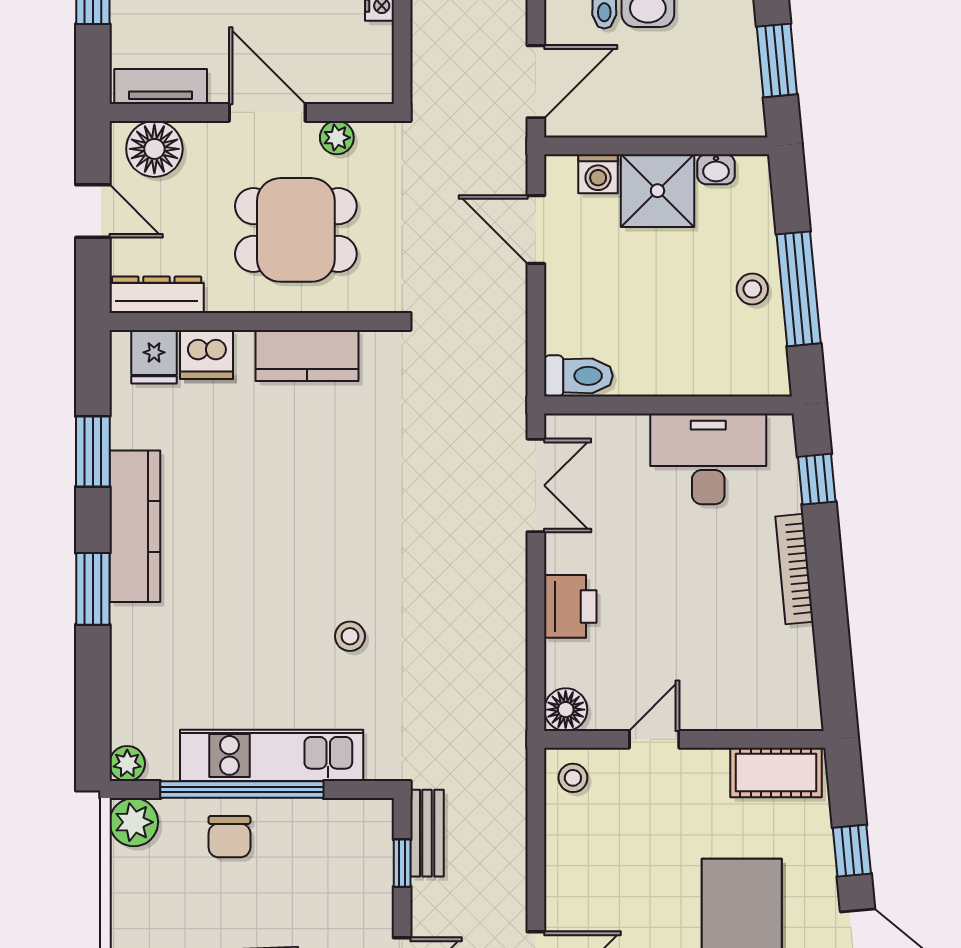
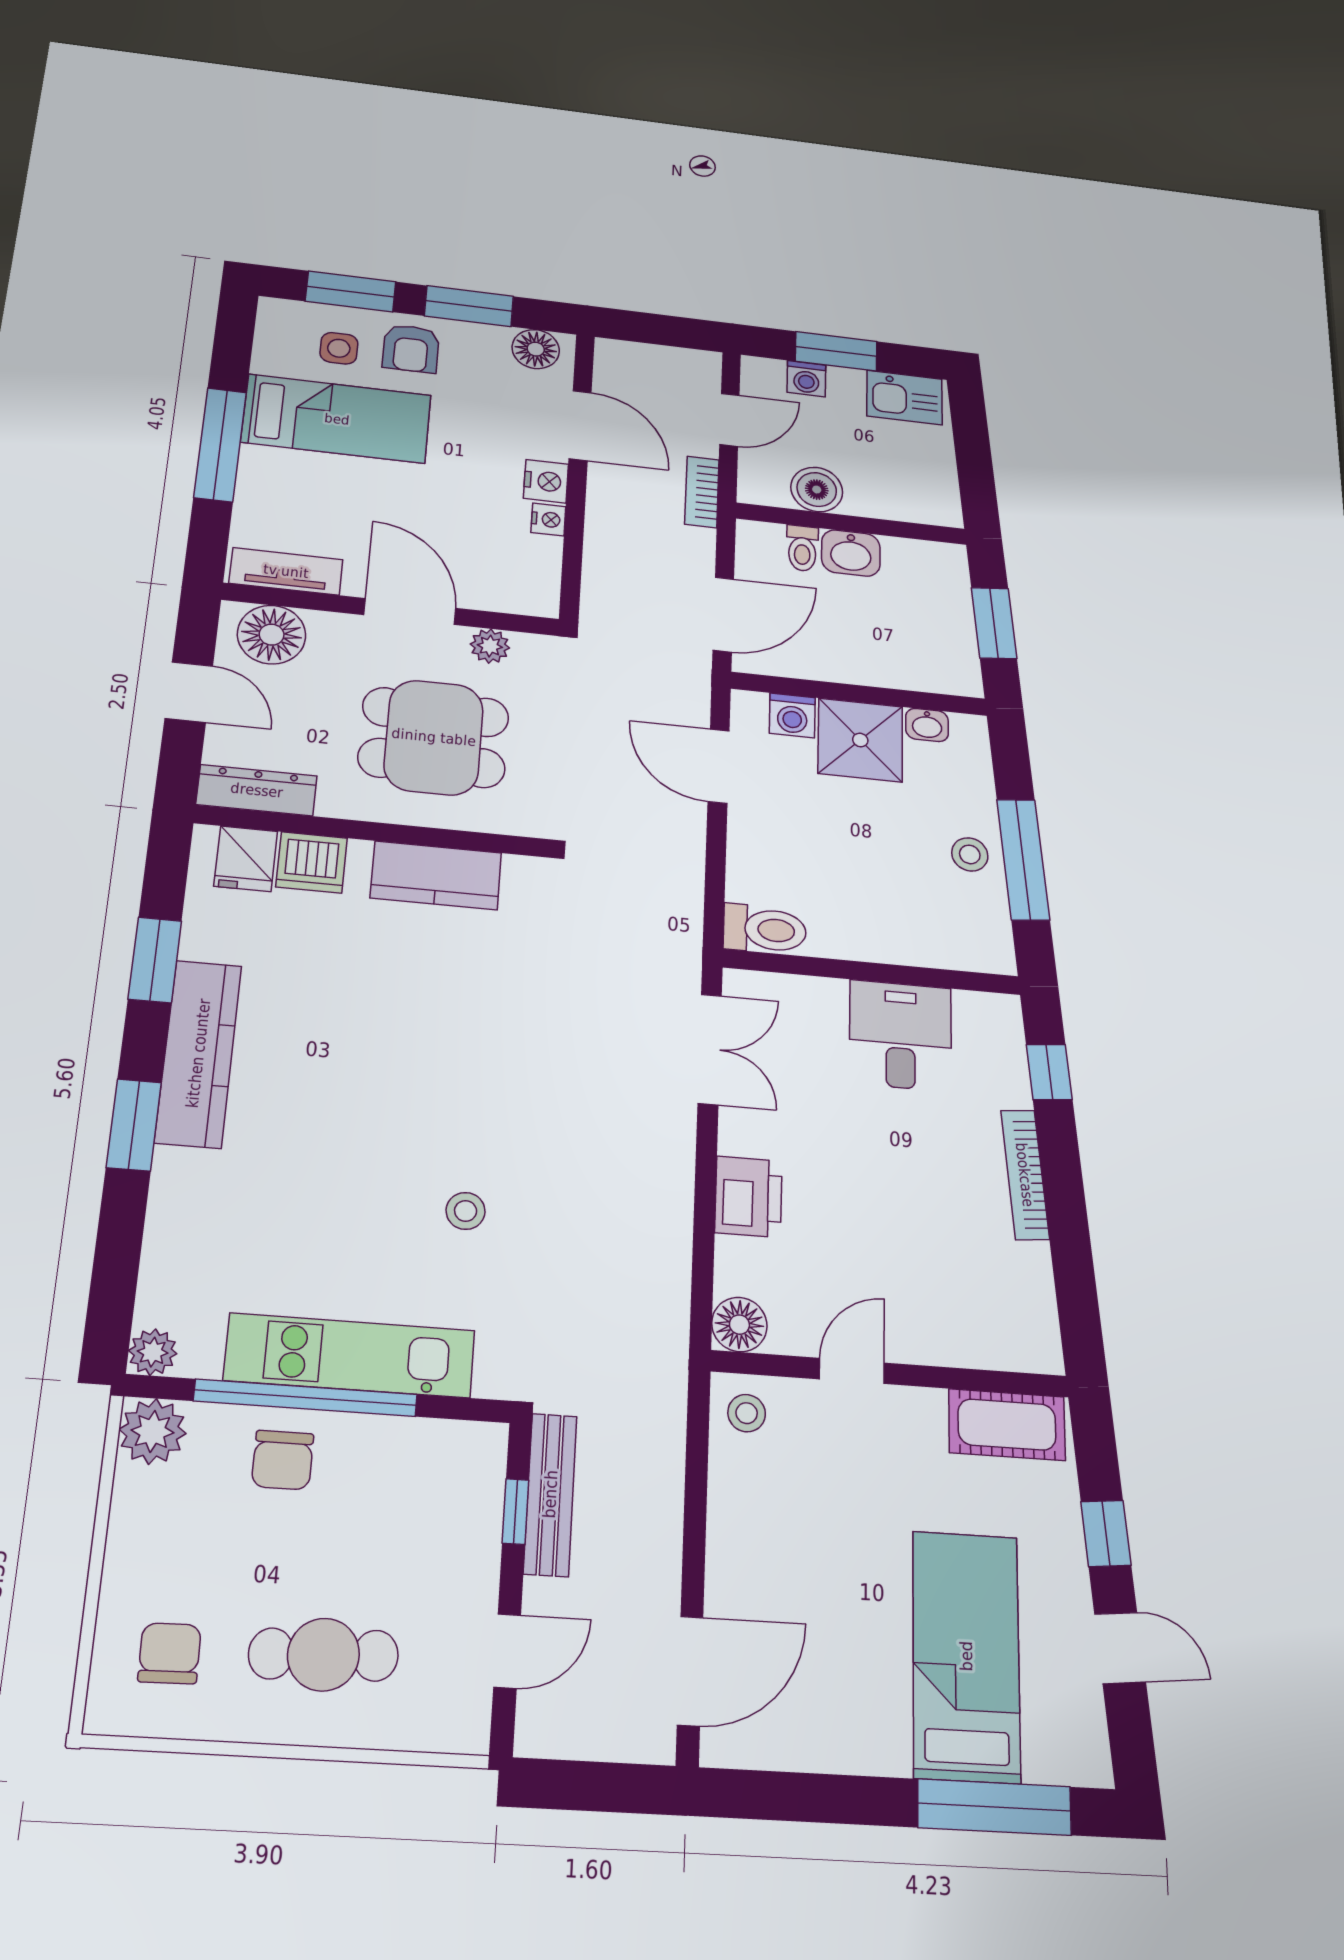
desk: (708, 459) -> (901, 1036), width x0.73
bench: (427, 833) -> (550, 1494), width x1.36

